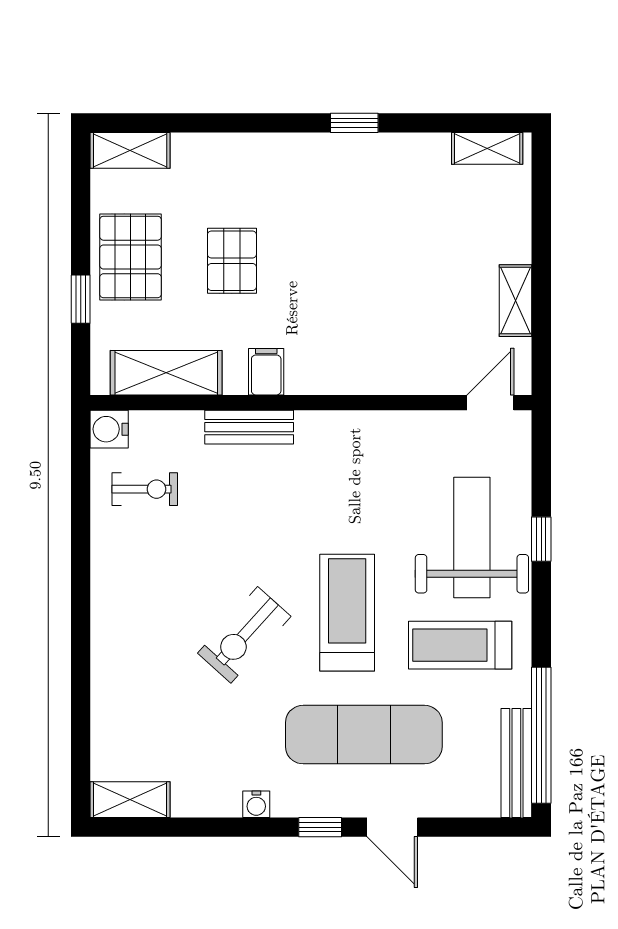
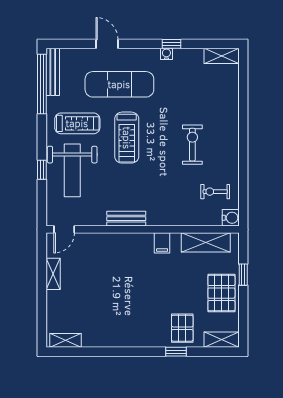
window: (354, 123) -> (176, 352), moved
pallet: (232, 261) -> (182, 328), moved
bench: (249, 427) -> (126, 219), moved
exercise bike: (244, 635) -> (192, 145), moved, turned -42
window: (320, 827) -> (172, 44), moved

